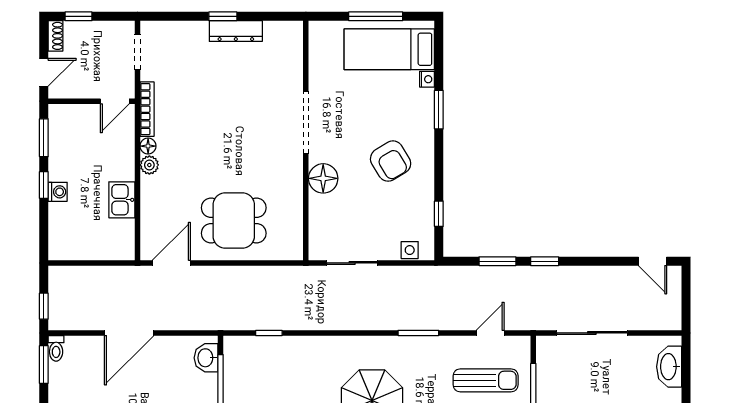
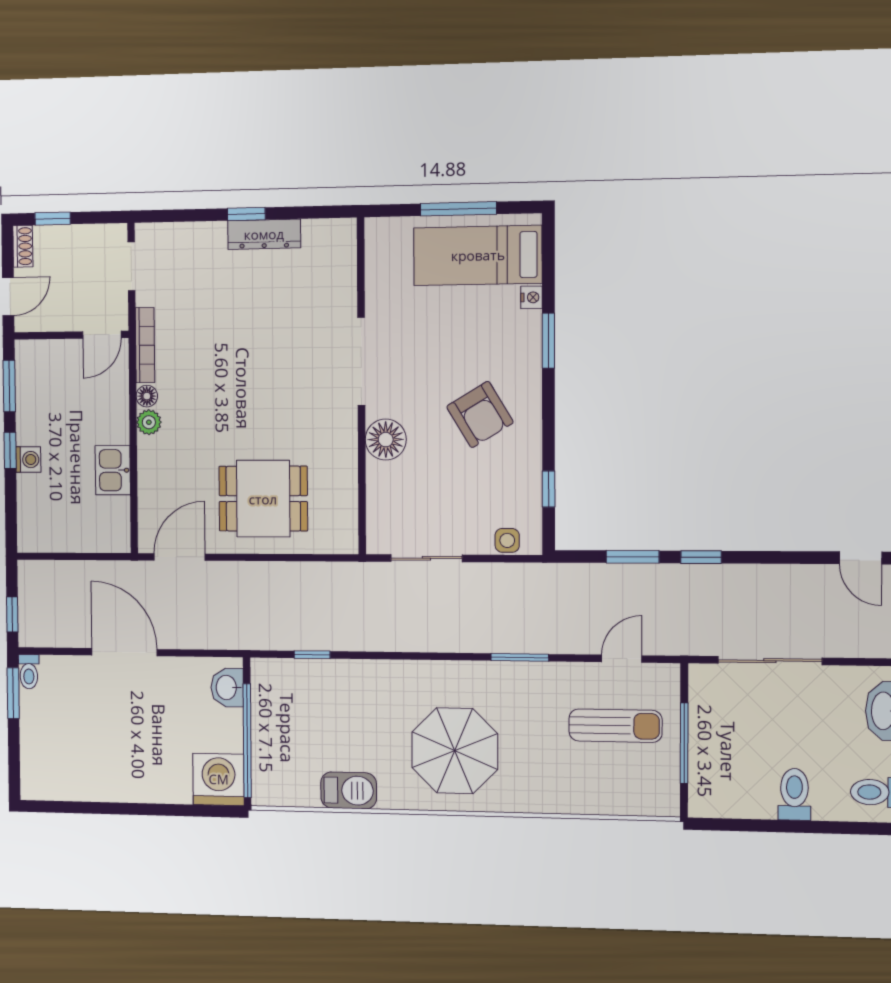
door: (129, 333) -> (124, 652), swing flipped

